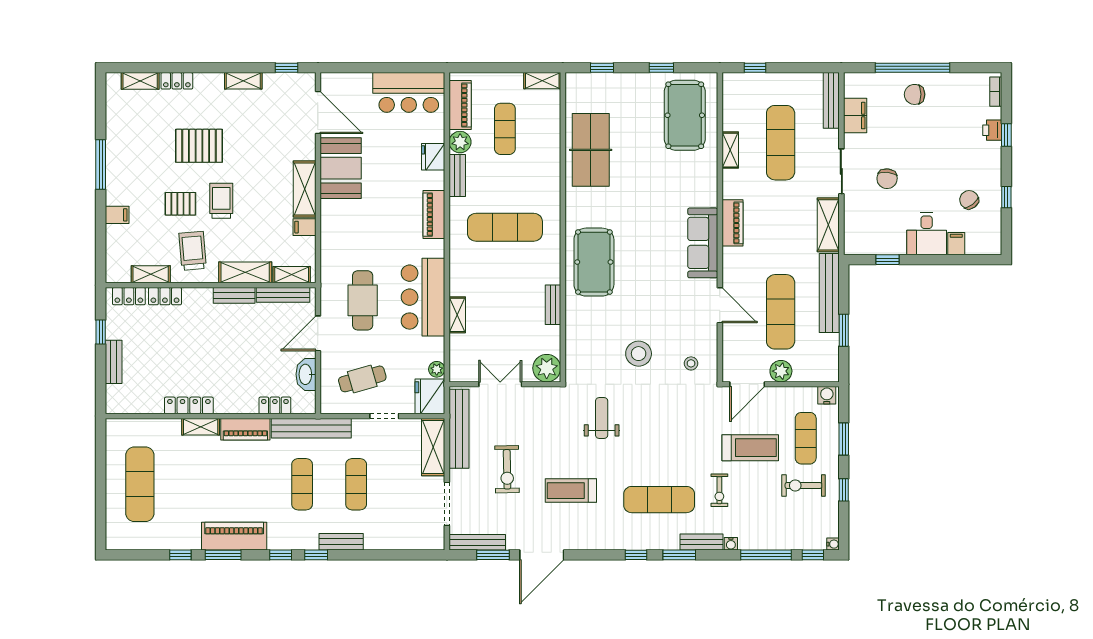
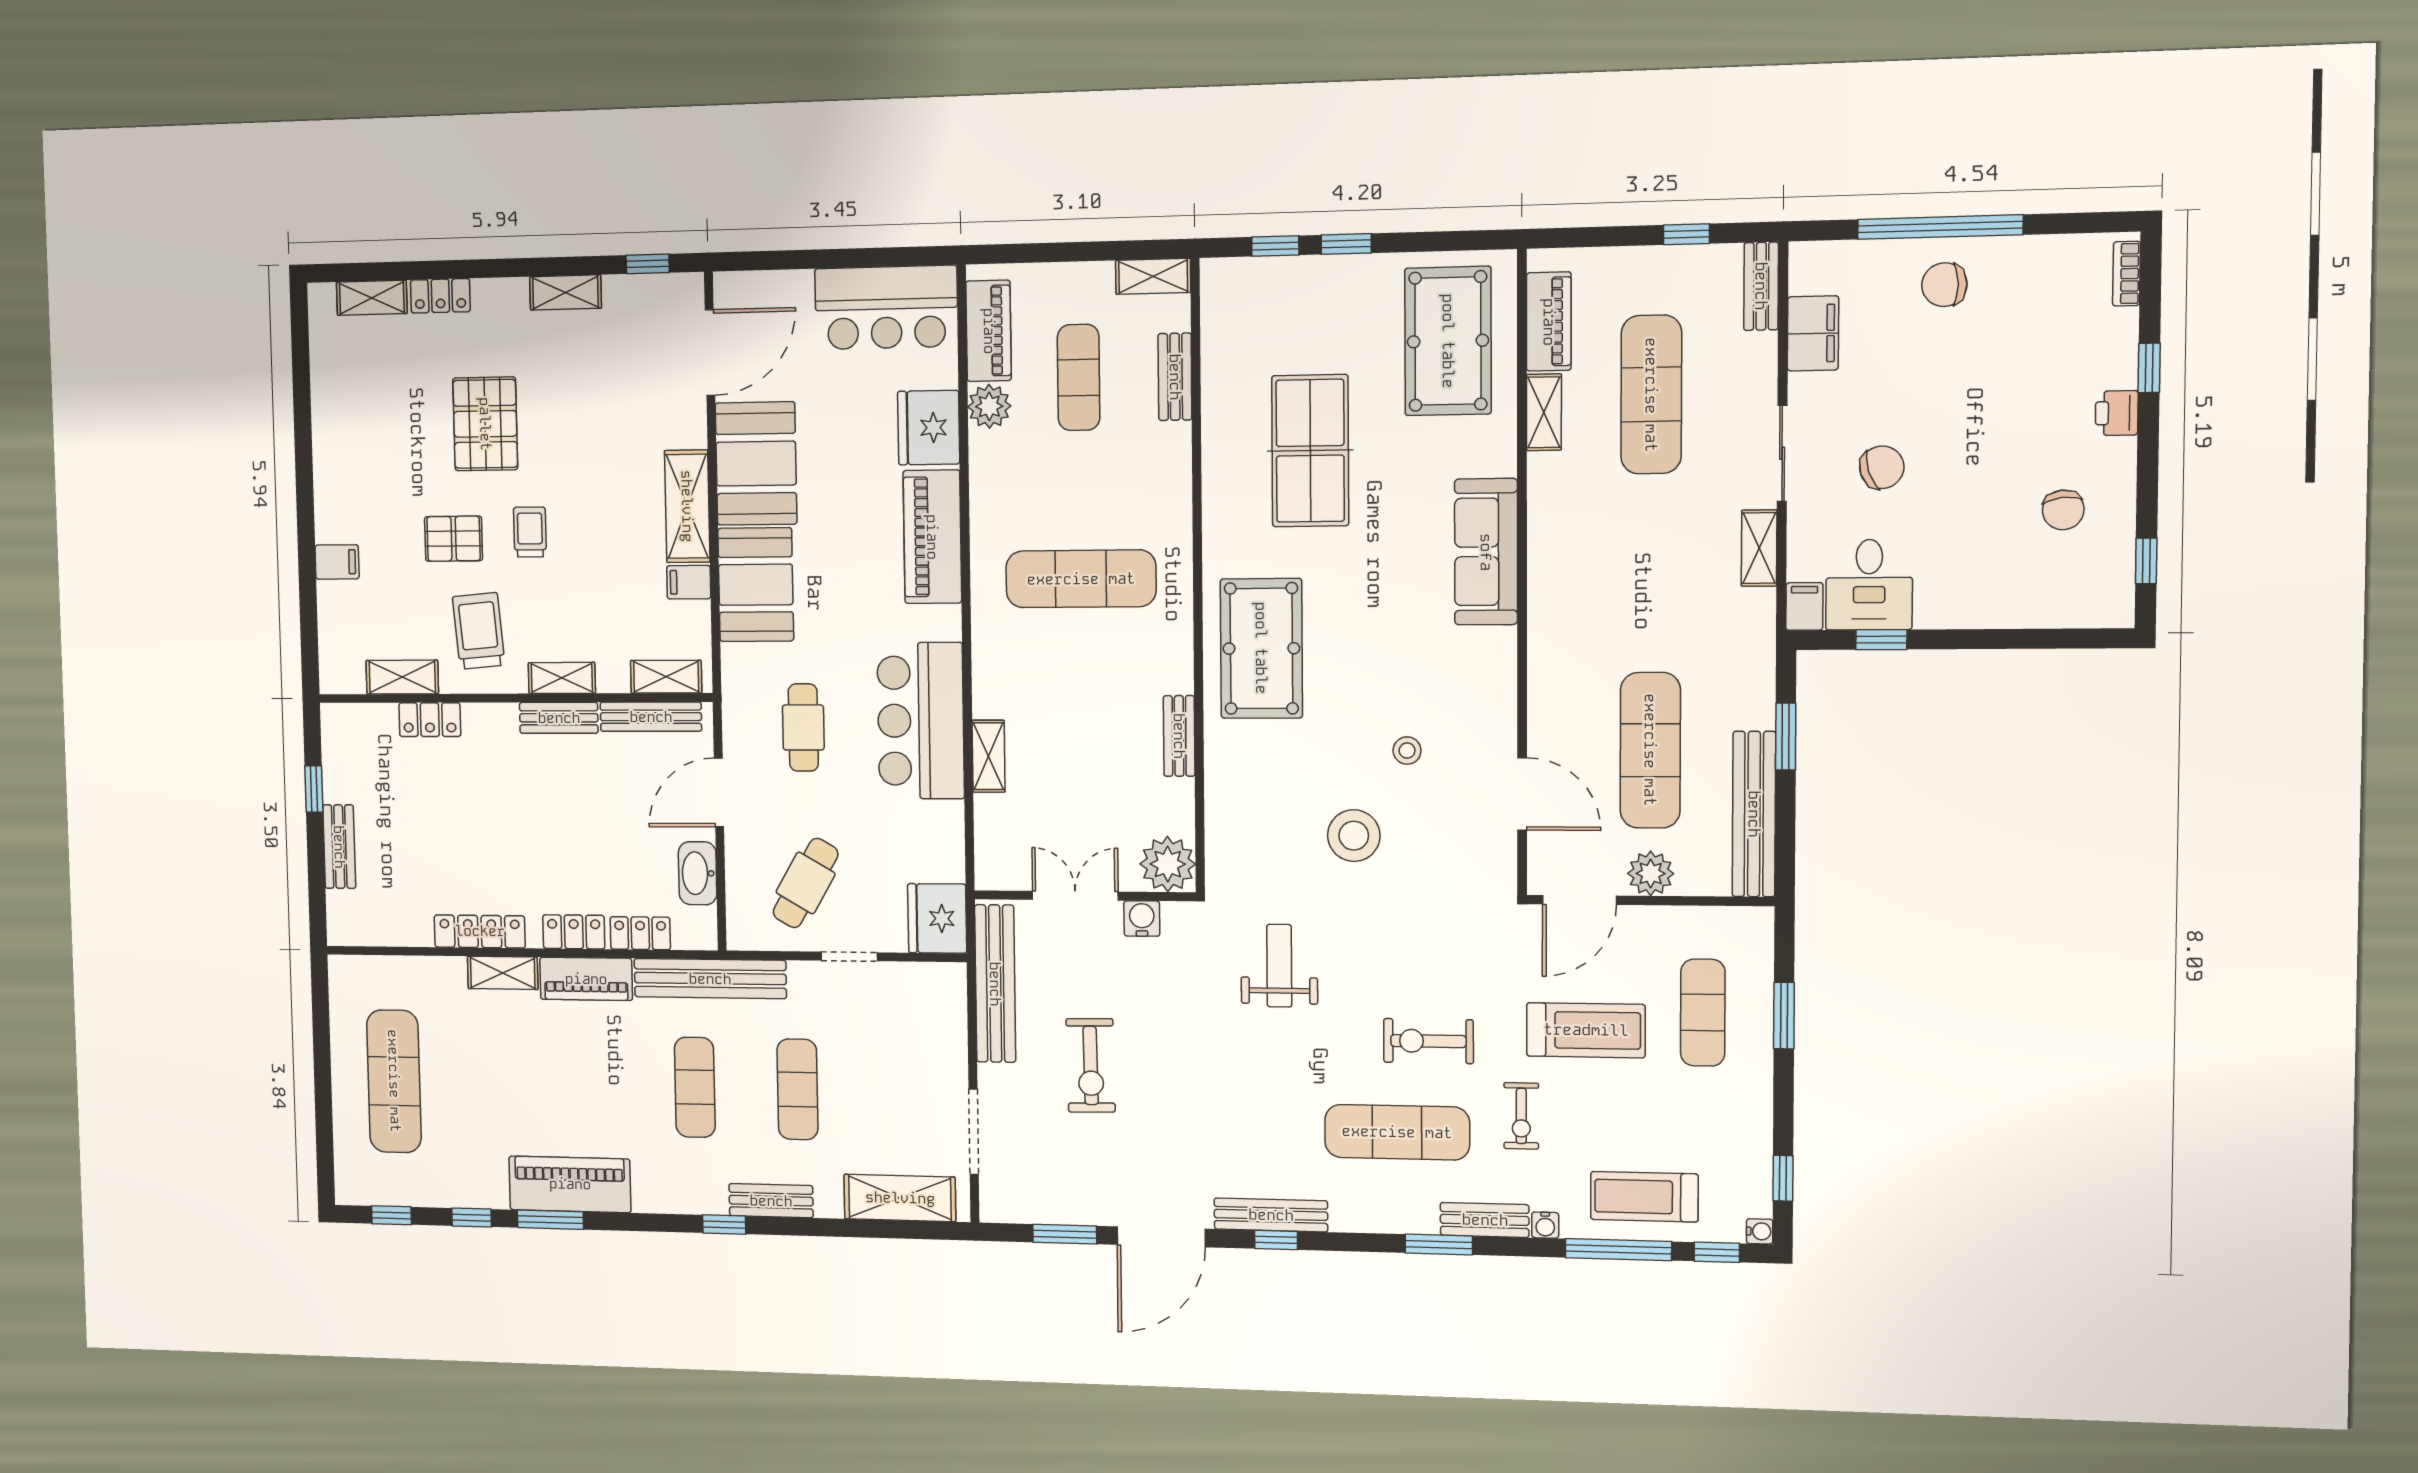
window: (661, 68) -> (1346, 244), moved
window: (755, 68) -> (1686, 234), moved
bench: (831, 100) -> (1761, 286), width x0.73
door: (318, 113) -> (710, 353), hinge flipped
printer: (992, 130) -> (2117, 413), moved
pallet: (199, 146) -> (485, 424), turned 90
table tennis table: (591, 150) -> (1310, 451), moved
fridge: (433, 157) -> (929, 428), width x1.36, depth x1.34
window: (101, 164) -> (304, 464), removed
bench: (457, 175) -> (1175, 377), moved
chair: (887, 179) -> (1882, 467), turned -114
window: (1006, 197) -> (2146, 561), moved
chair: (969, 200) -> (2063, 510), turned -150
trolley: (221, 201) -> (530, 532), width x0.73, depth x0.72
piano: (434, 215) -> (932, 537), width x1.37, depth x1.33
piano: (733, 223) -> (1549, 322), moved
shelving: (828, 225) -> (1759, 548), width x0.67, depth x0.75
booth: (339, 229) -> (756, 585), added
desk: (927, 234) -> (1869, 585), moved
sofa: (703, 243) -> (1486, 552), moved
filing cabinet: (956, 244) -> (1804, 606), moved
shelving: (245, 272) -> (562, 678), width x0.67, depth x0.75
bench: (829, 293) -> (1754, 814), moved
locker: (129, 296) -> (574, 932), moved, turned 180
cafe table: (363, 300) -> (803, 727), width x0.73, depth x0.74
door: (720, 305) -> (1522, 794), moved
window: (844, 330) -> (1786, 737), moved
stool: (691, 363) -> (1407, 751), moved
plant: (437, 369) -> (950, 865), removed
cafe table: (362, 379) -> (806, 883), turned -44
water cooler: (827, 395) -> (1142, 919), moved
shelving: (433, 447) -> (900, 1198), moved, turned 90
exercise bike: (803, 485) -> (1428, 1041), moved
window: (844, 490) -> (1783, 1178), moved
treadmill: (571, 491) -> (1644, 1197), moved
bench: (477, 542) -> (1271, 1215), moved
window: (281, 555) -> (391, 1215), moved
window: (636, 555) -> (1276, 1240), moved

